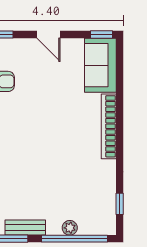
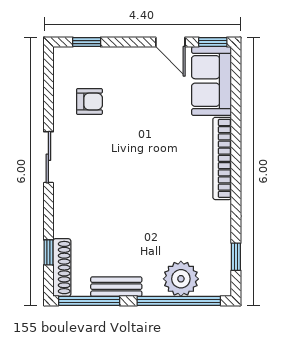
door: (48, 35) -> (170, 42), moved
plant: (70, 228) -> (181, 279), width x1.88, depth x1.88

